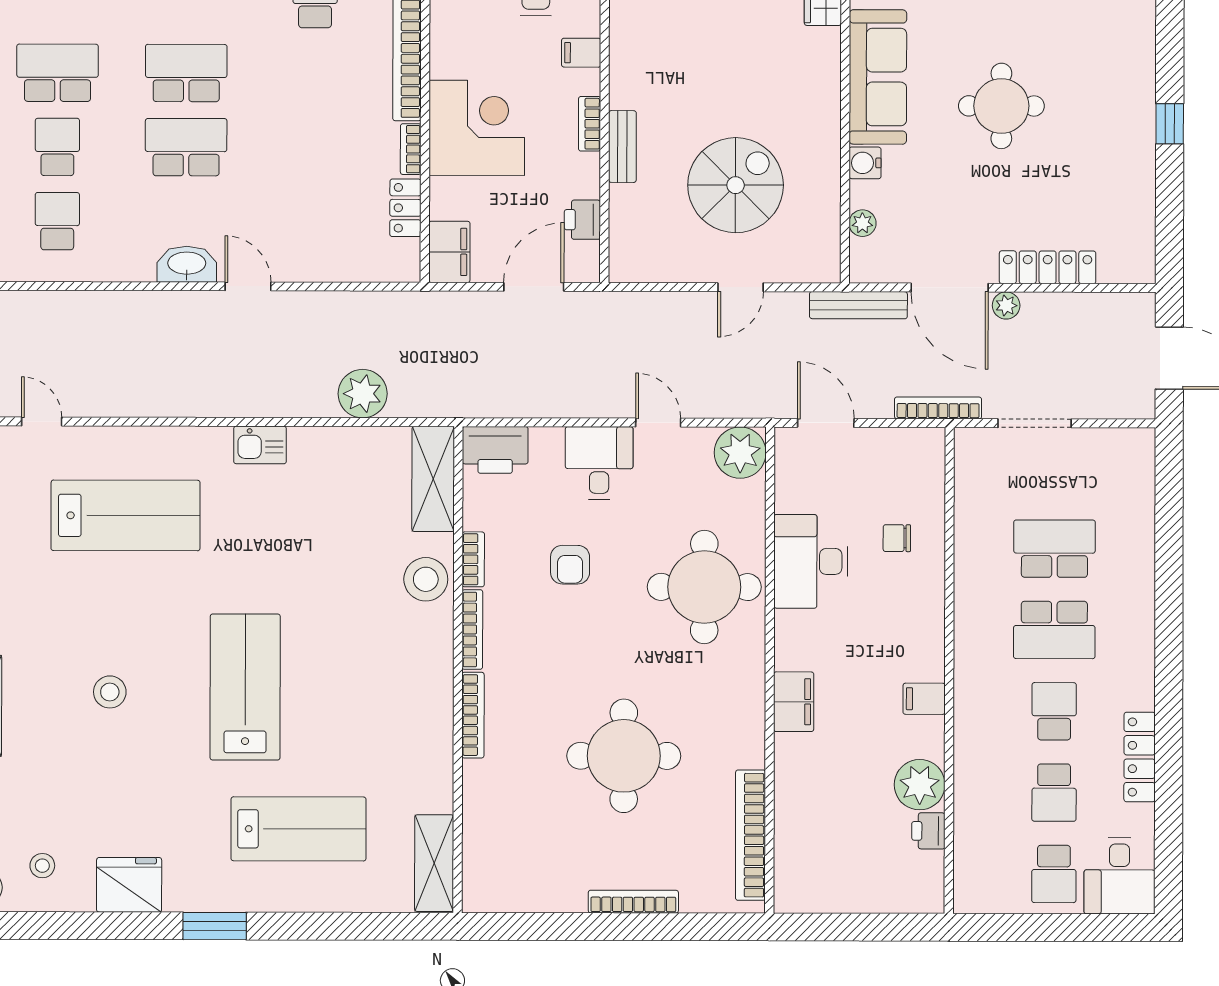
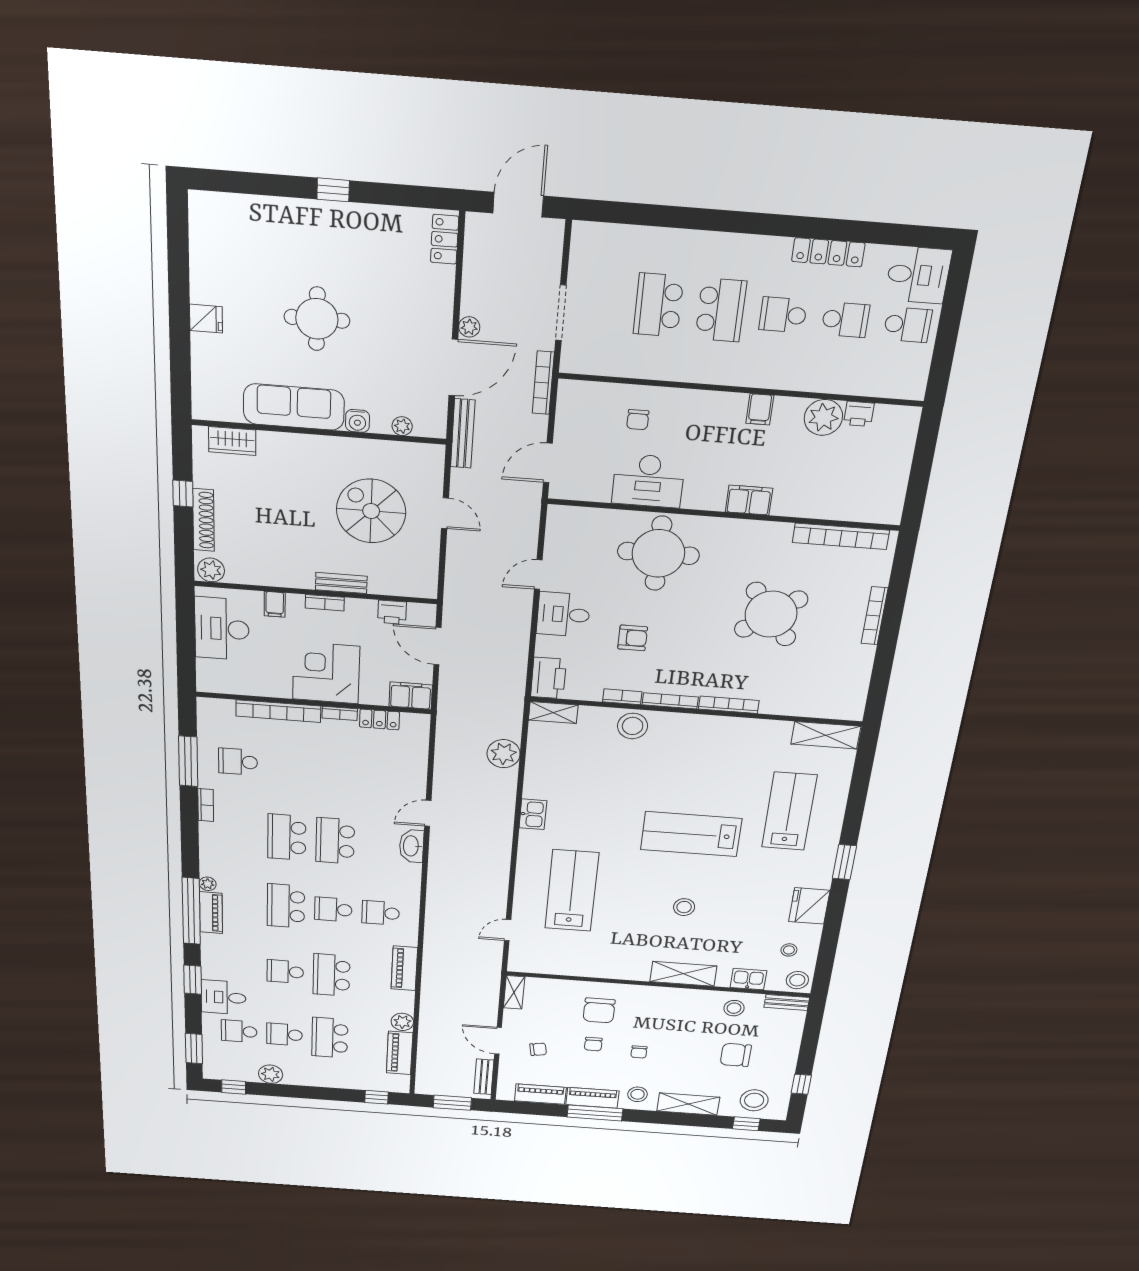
locker: (1048, 267) -> (445, 239), moved, width x0.66
plant: (740, 453) -> (564, 522), removed
shelving: (433, 479) -> (553, 713), width x0.67, depth x0.75
round table: (624, 756) -> (771, 614), turned -37

